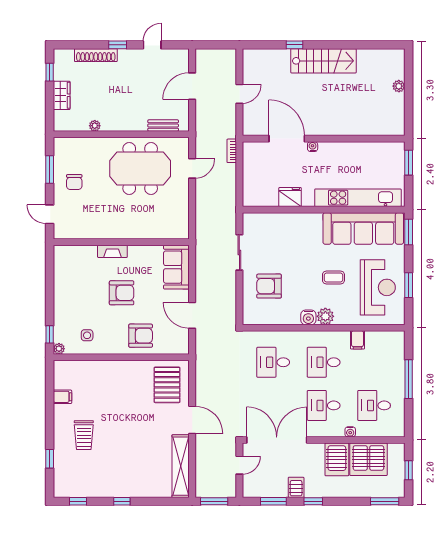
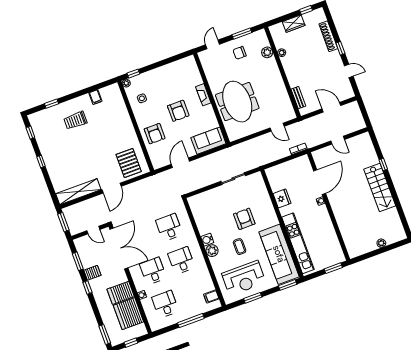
plant: (87, 145) -> (267, 52), added
meeting table: (140, 168) -> (237, 102), moved
armchair: (269, 286) -> (244, 219), moved
filing cabinet: (357, 340) -> (211, 296), moved
pallet: (167, 385) -> (129, 163), turned 90

